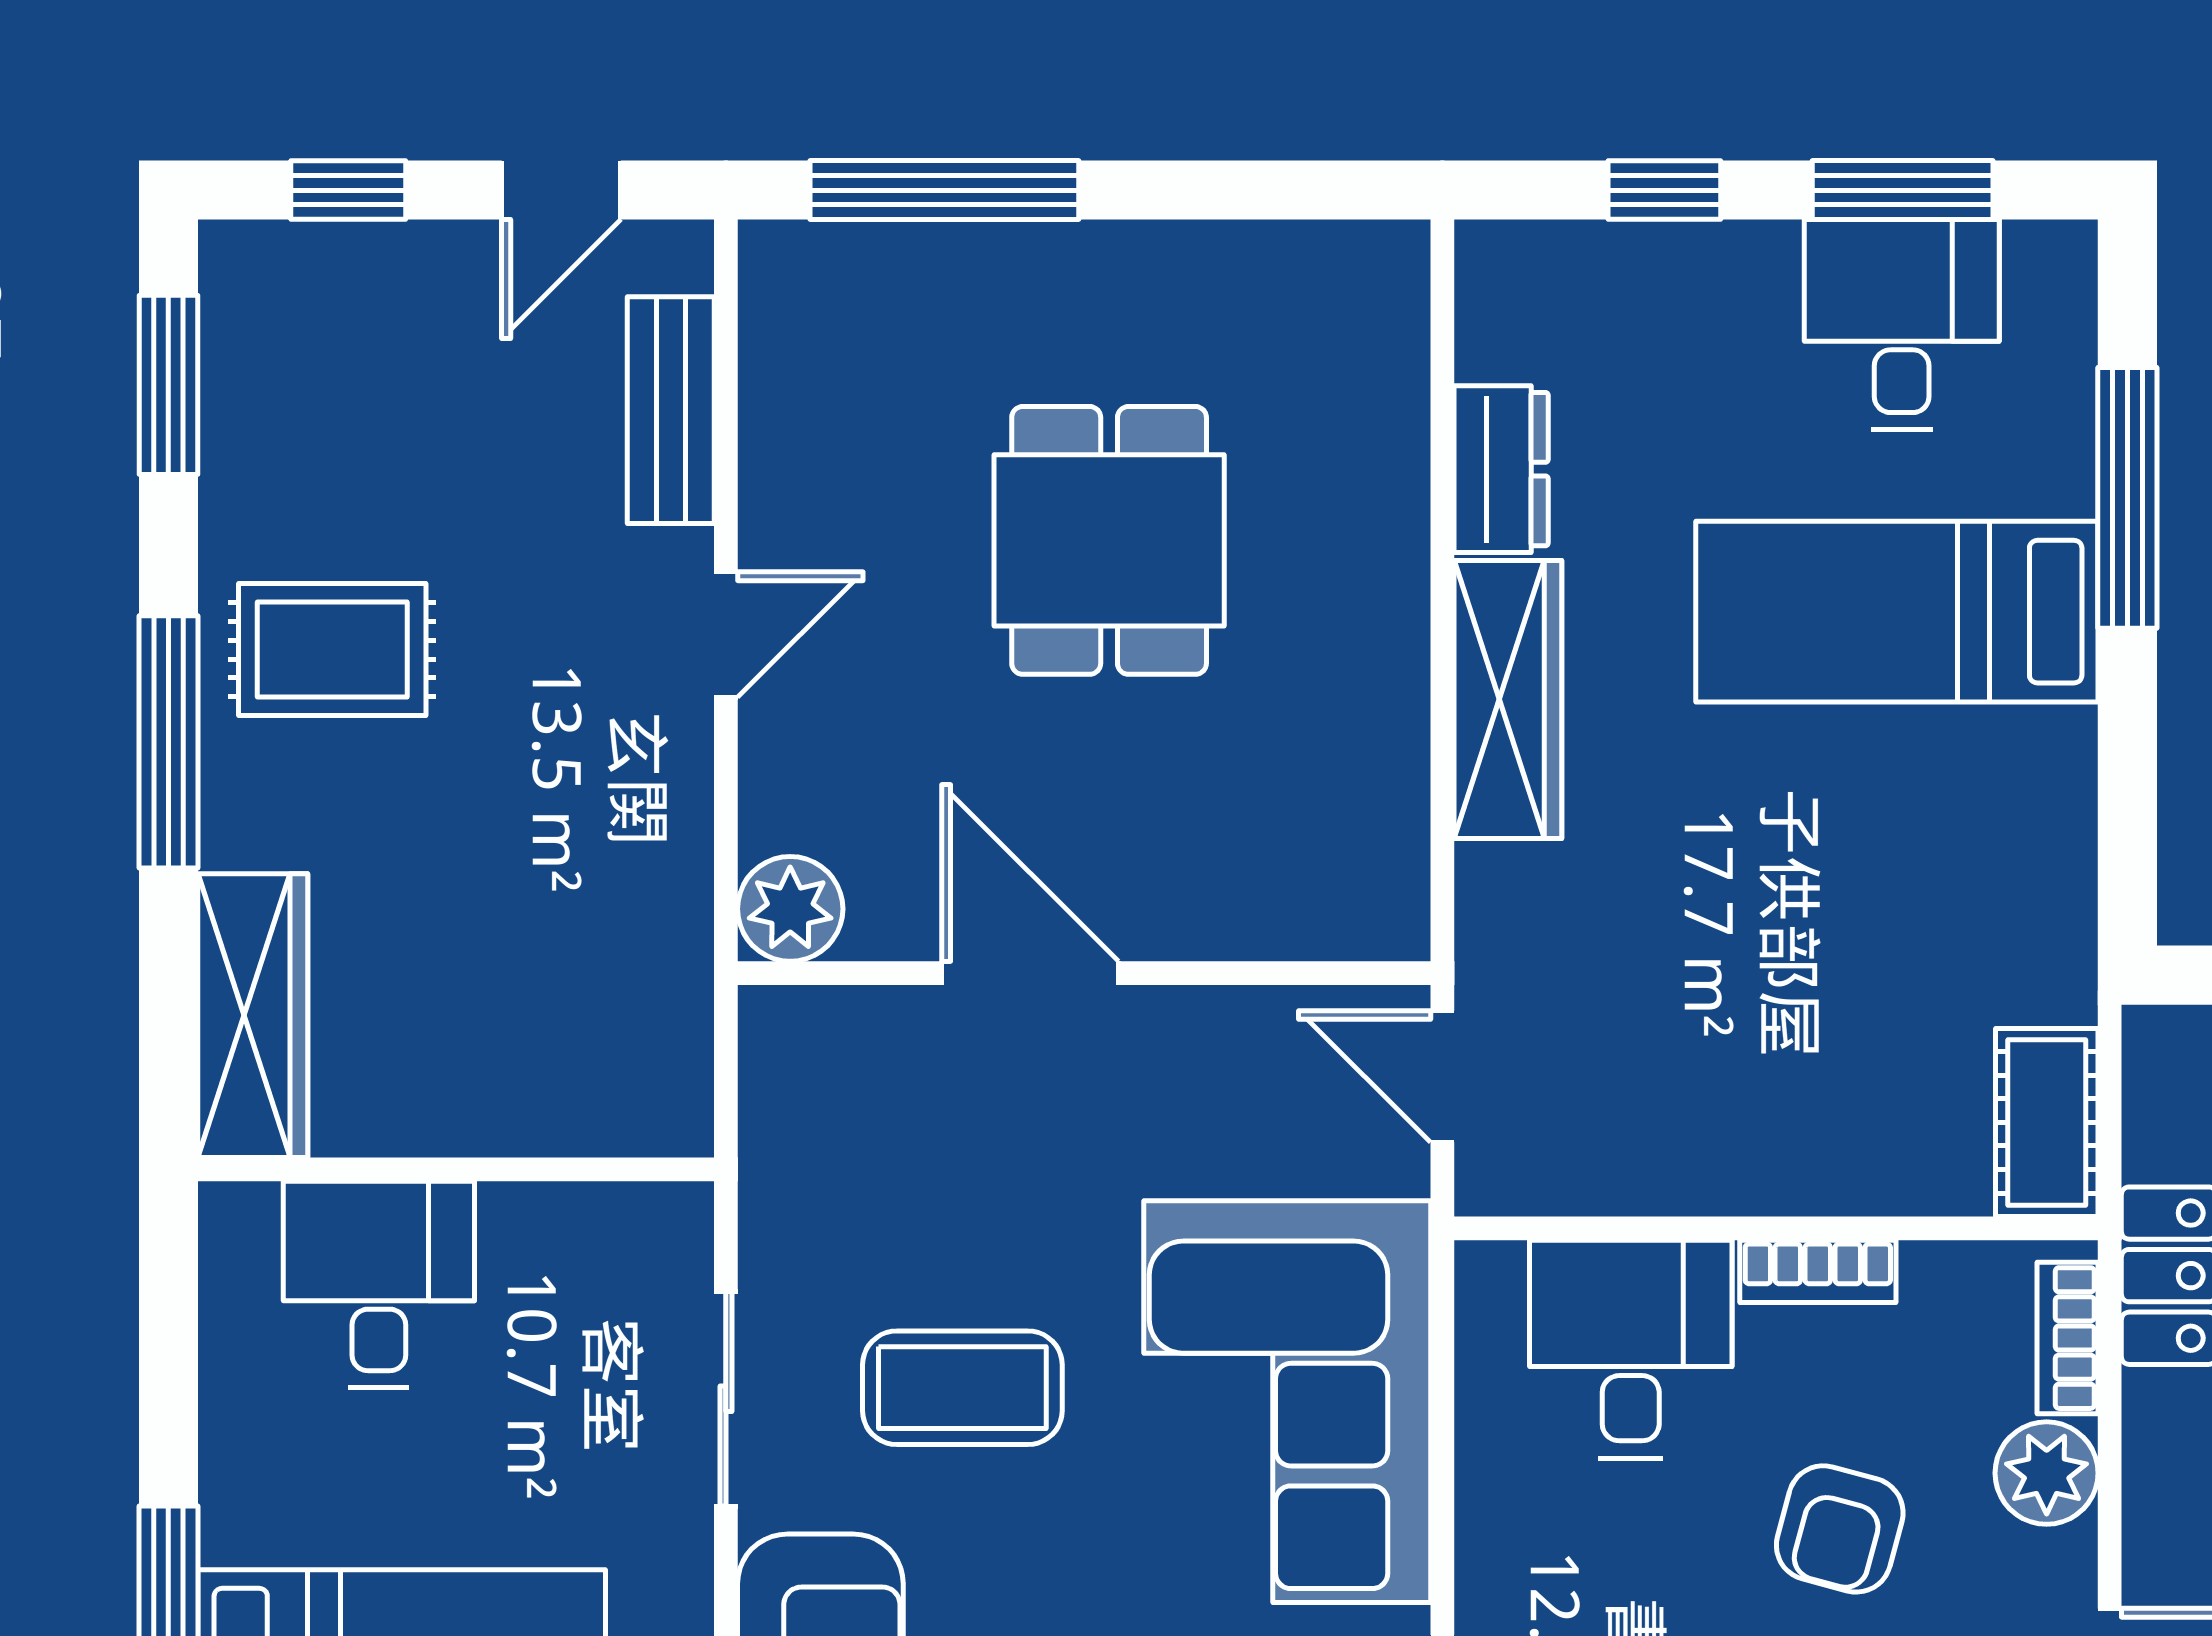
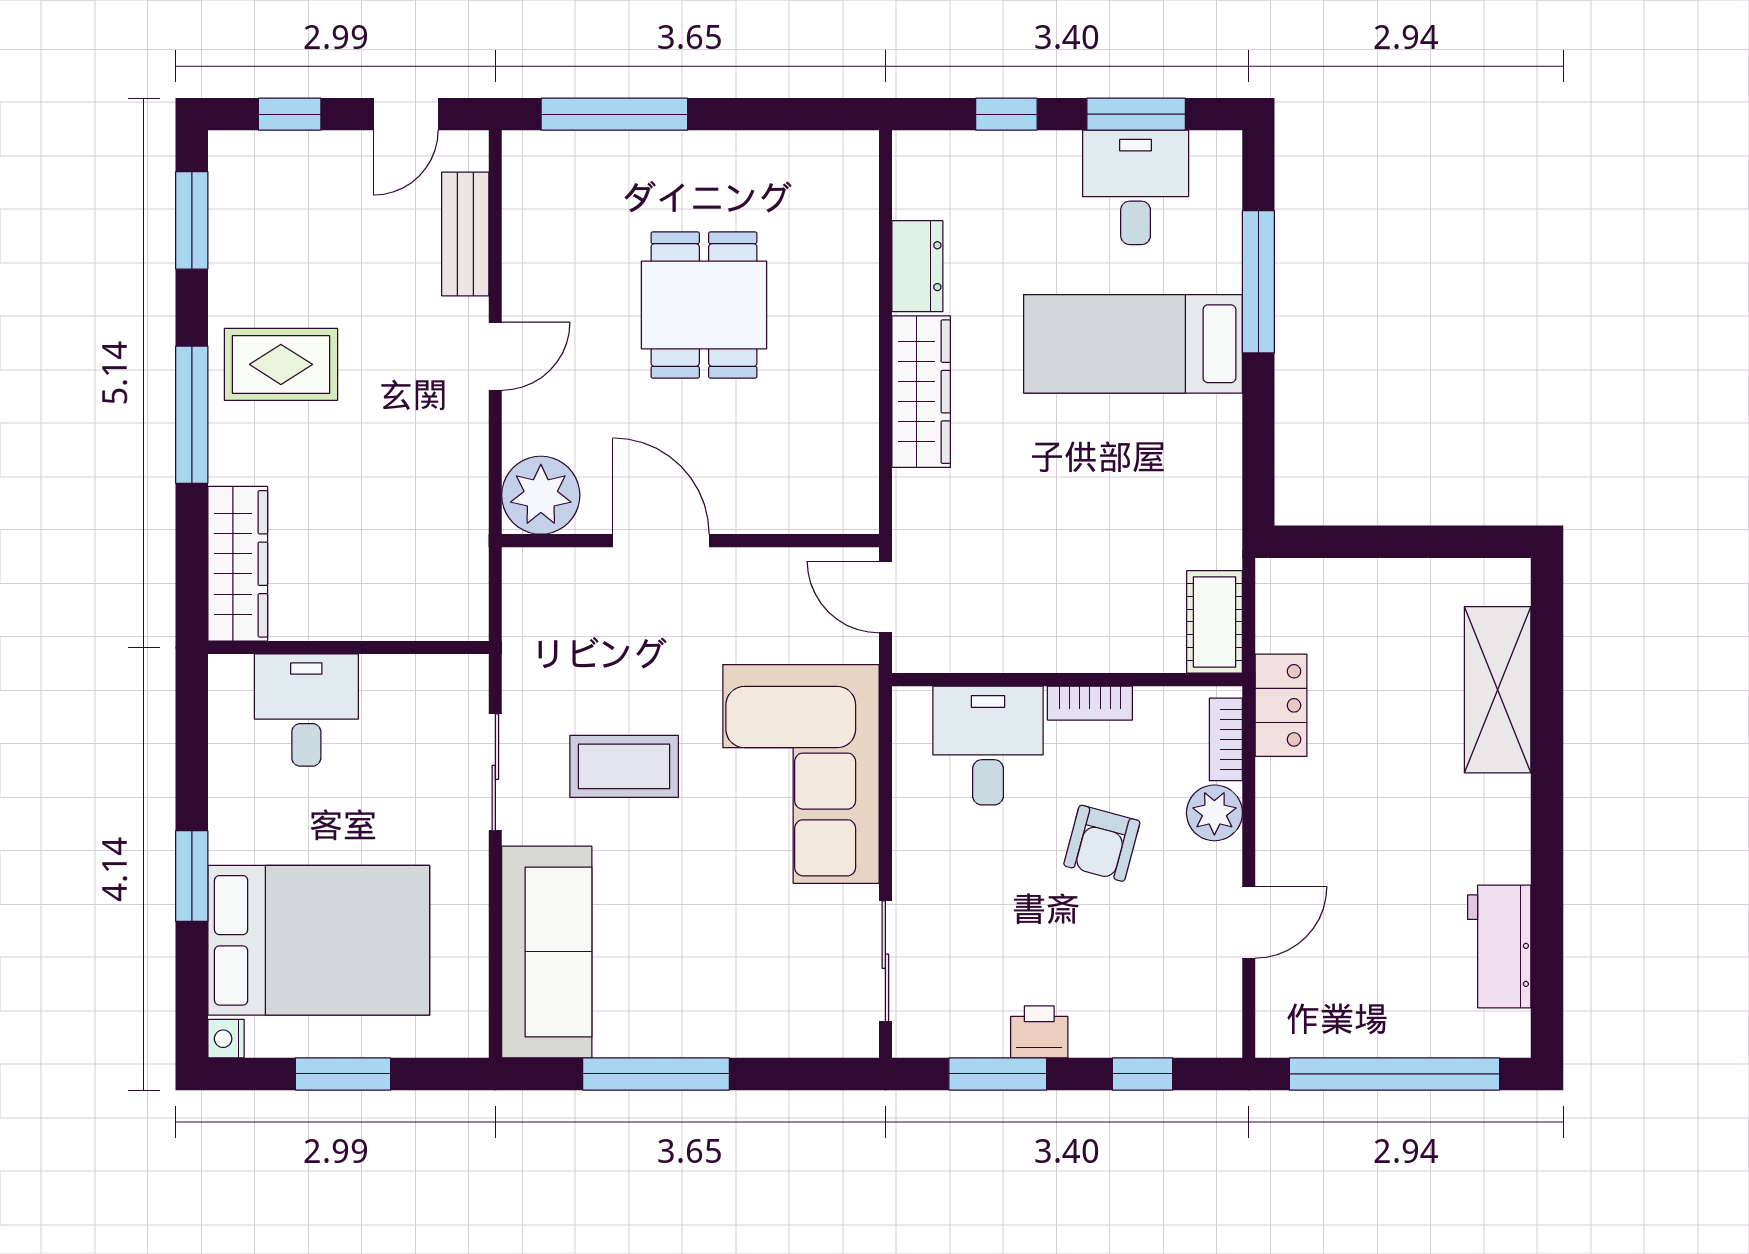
plant: (790, 909) -> (541, 495), width x1.36, depth x1.36

